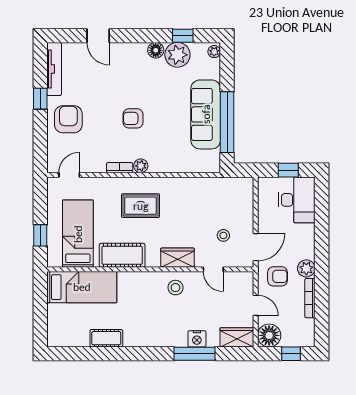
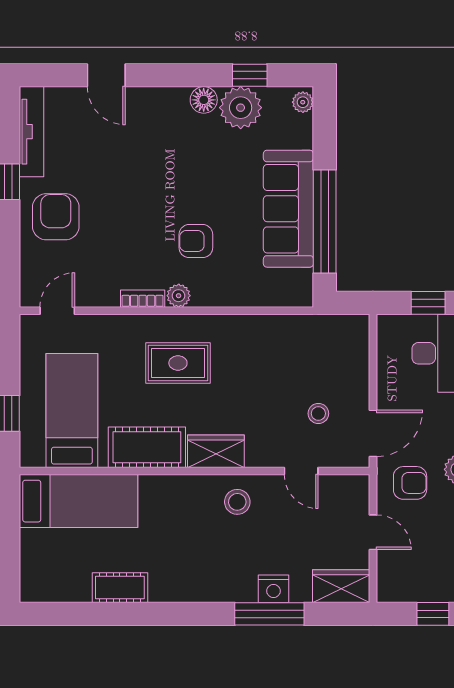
armchair: (133, 118) -> (196, 241), moved
wardrobe: (178, 258) -> (216, 451), moved
floor lamp: (269, 335) -> (396, 583), removed

